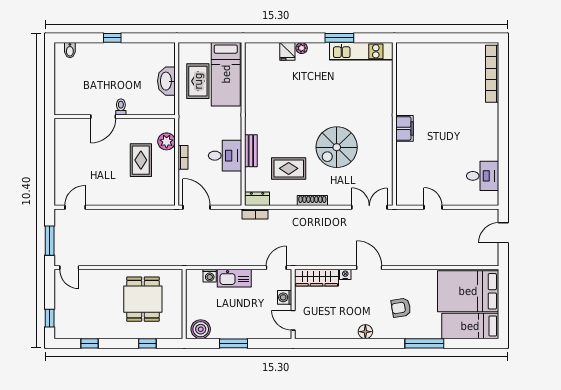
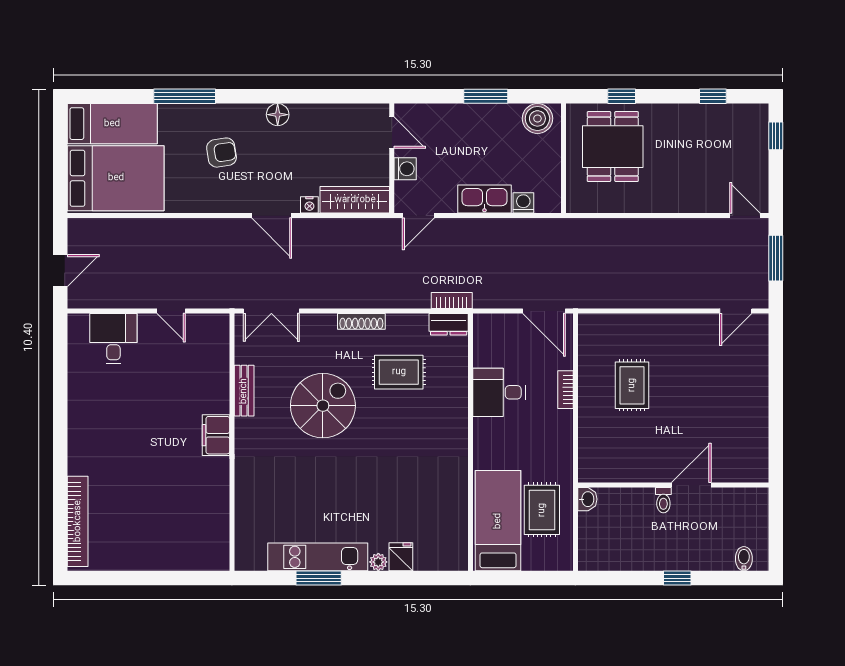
kitchen unit: (361, 51) -> (318, 557), moved
washbasin: (166, 81) -> (587, 499), width x0.52, depth x0.69
toilet: (121, 107) -> (663, 500), moved
door: (103, 117) -> (691, 485), moved
wall: (115, 117) -> (673, 485), moved
plant: (167, 141) -> (591, 415), removed
bench: (251, 151) -> (244, 391), moved
desk: (483, 176) -> (113, 339), moved, turned 90
dining table: (143, 299) -> (613, 147), moved

